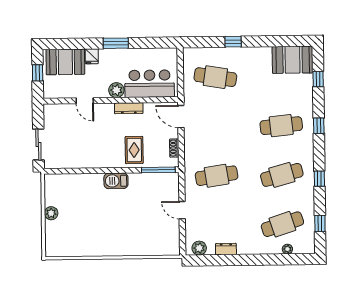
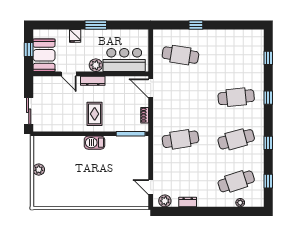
booth: (293, 60) -> (247, 41), removed
booth: (65, 62) -> (44, 55), moved, turned 90
dresser: (129, 108) -> (93, 81), moved
rug: (134, 150) -> (95, 114), moved
door: (182, 210) -> (151, 187), moved

